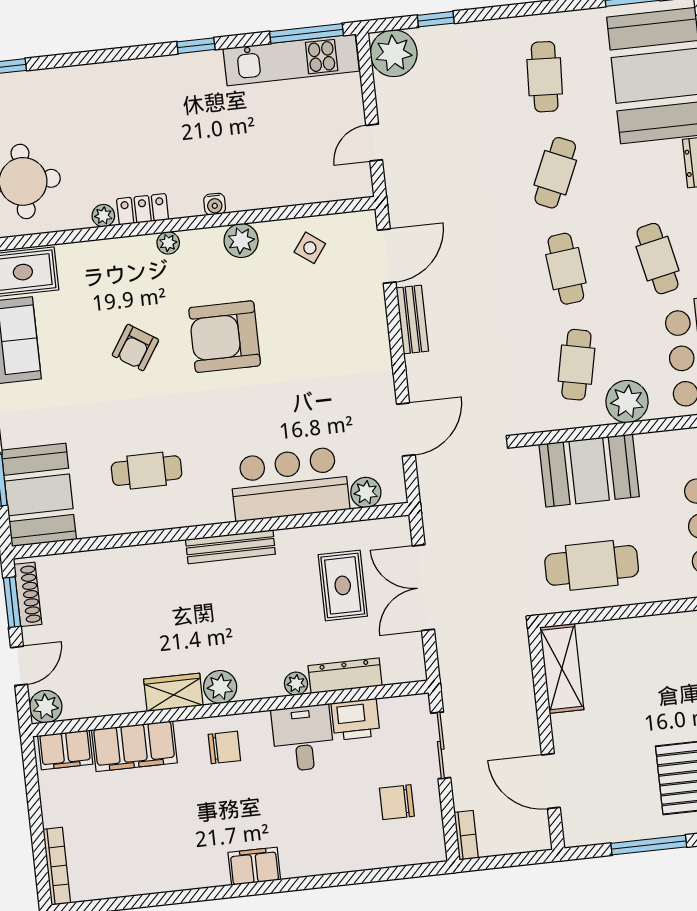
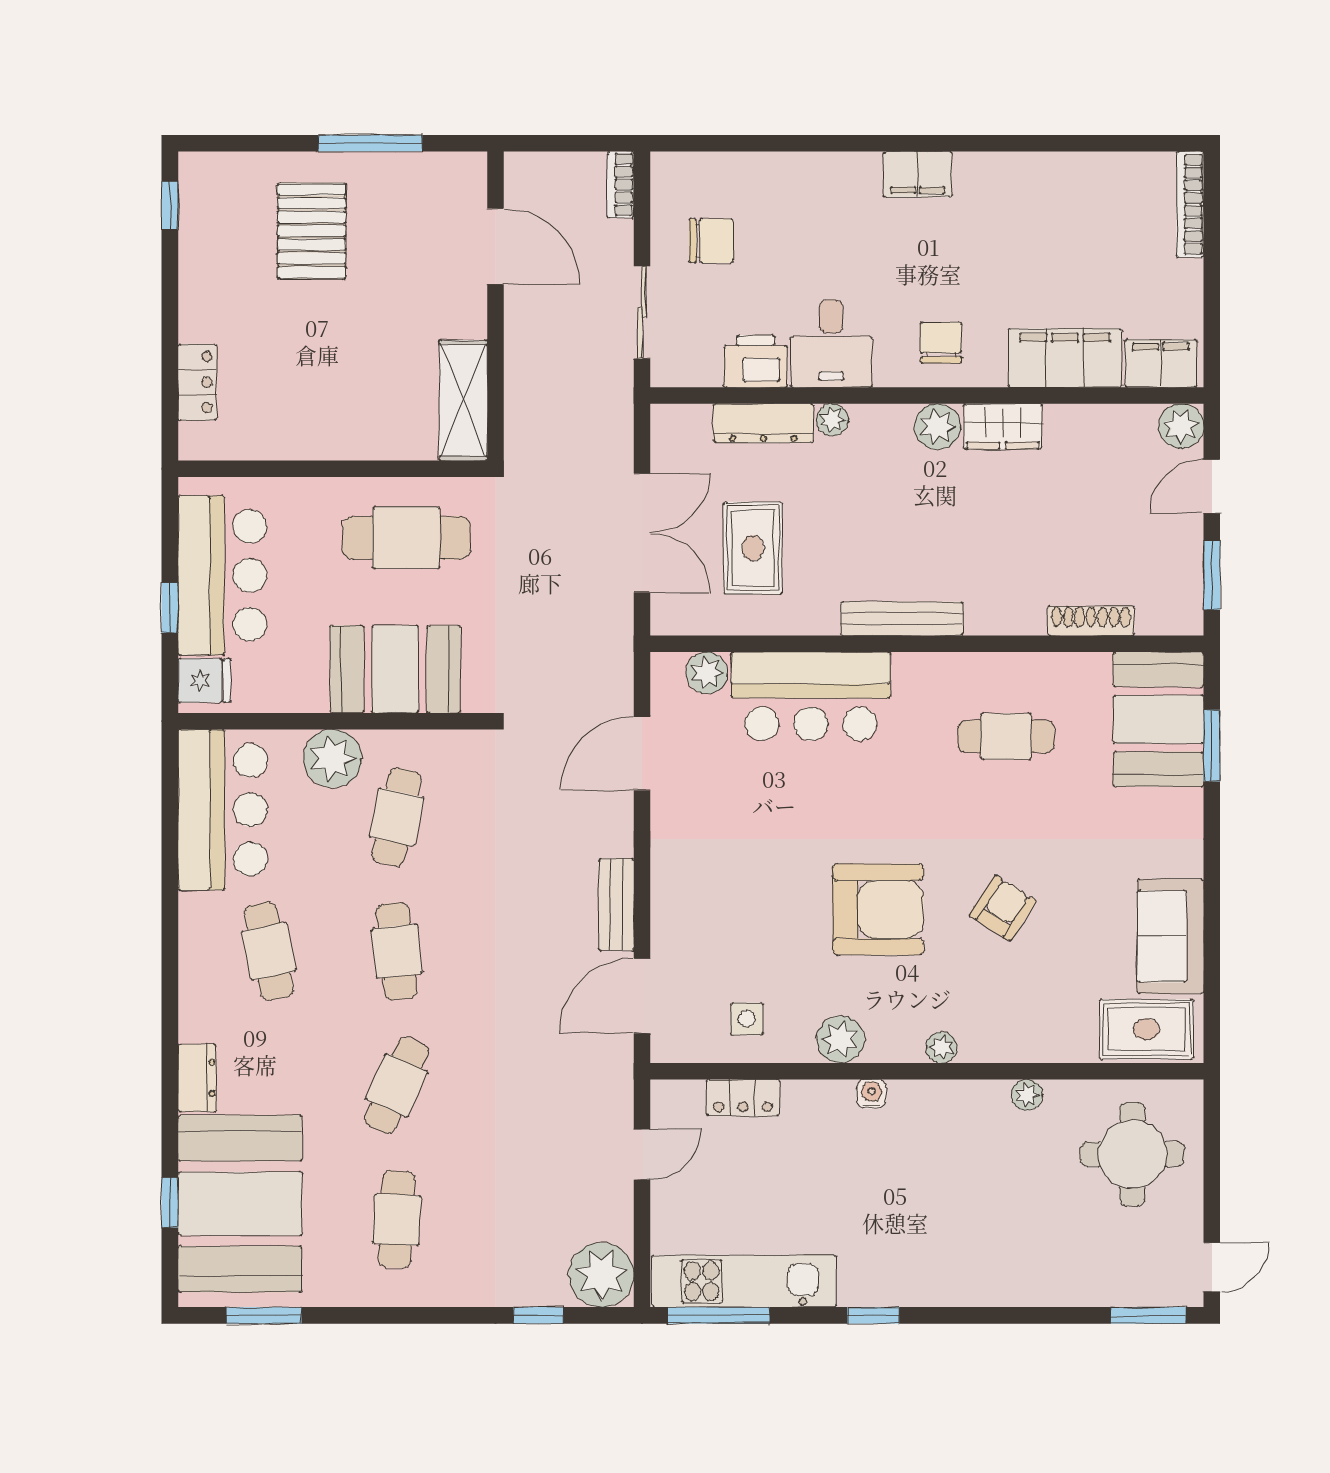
locker: (143, 209) -> (743, 1098), moved
side table: (310, 248) -> (747, 1019), turned -36
shoe rack: (28, 594) -> (1091, 621), moved, turned 90
chair: (224, 747) -> (941, 343), turned 90

